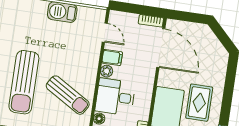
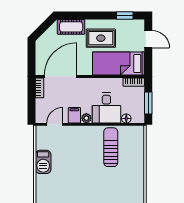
cot: (218, 69) -> (71, 27), added
sun lounger: (24, 82) -> (106, 185), removed
sun lounger: (68, 95) -> (111, 147), turned -31

